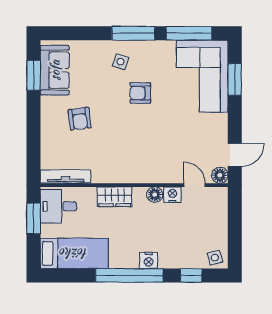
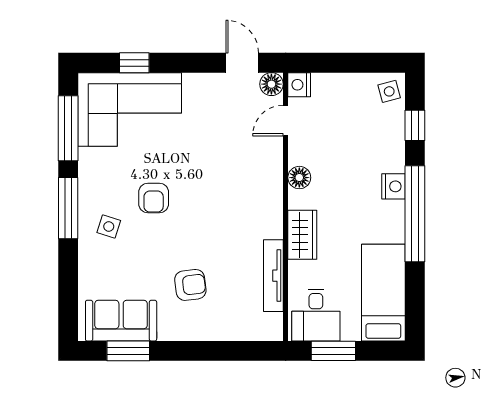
window: (235, 79) -> (134, 63), width x0.67
tv unit: (66, 177) -> (273, 276), moved
nightstand: (172, 195) -> (299, 85), moved

